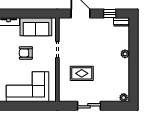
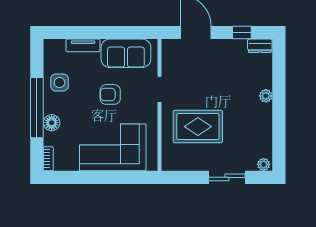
rug: (82, 73) -> (198, 127), width x1.36, depth x1.43
sliding door: (89, 106) -> (227, 177), moved

